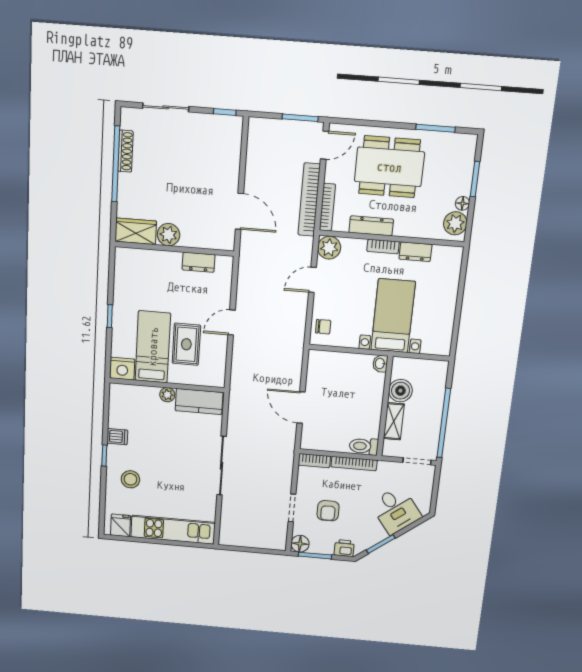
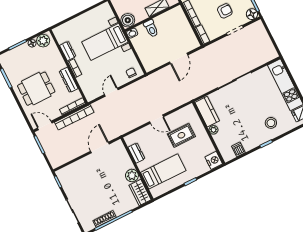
dining table: (389, 167) -> (36, 89), width x0.73
plant: (329, 248) -> (91, 94), removed
door: (312, 280) -> (111, 92), swing flipped
bed: (153, 347) -> (163, 171), moved, turned 180
boiler: (400, 391) -> (128, 20), moved
dishwasher: (117, 437) -> (238, 149), moved
toilet: (364, 446) -> (151, 28), moved

